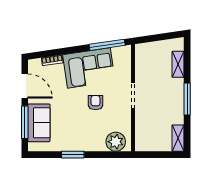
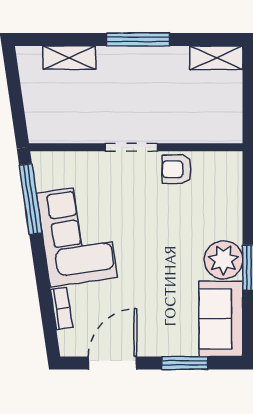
armchair: (96, 103) -> (177, 169), moved
window: (25, 122) -> (185, 363), width x0.69
sofa: (39, 123) -> (221, 319), moved, turned -90
plant: (116, 142) -> (224, 260), moved

